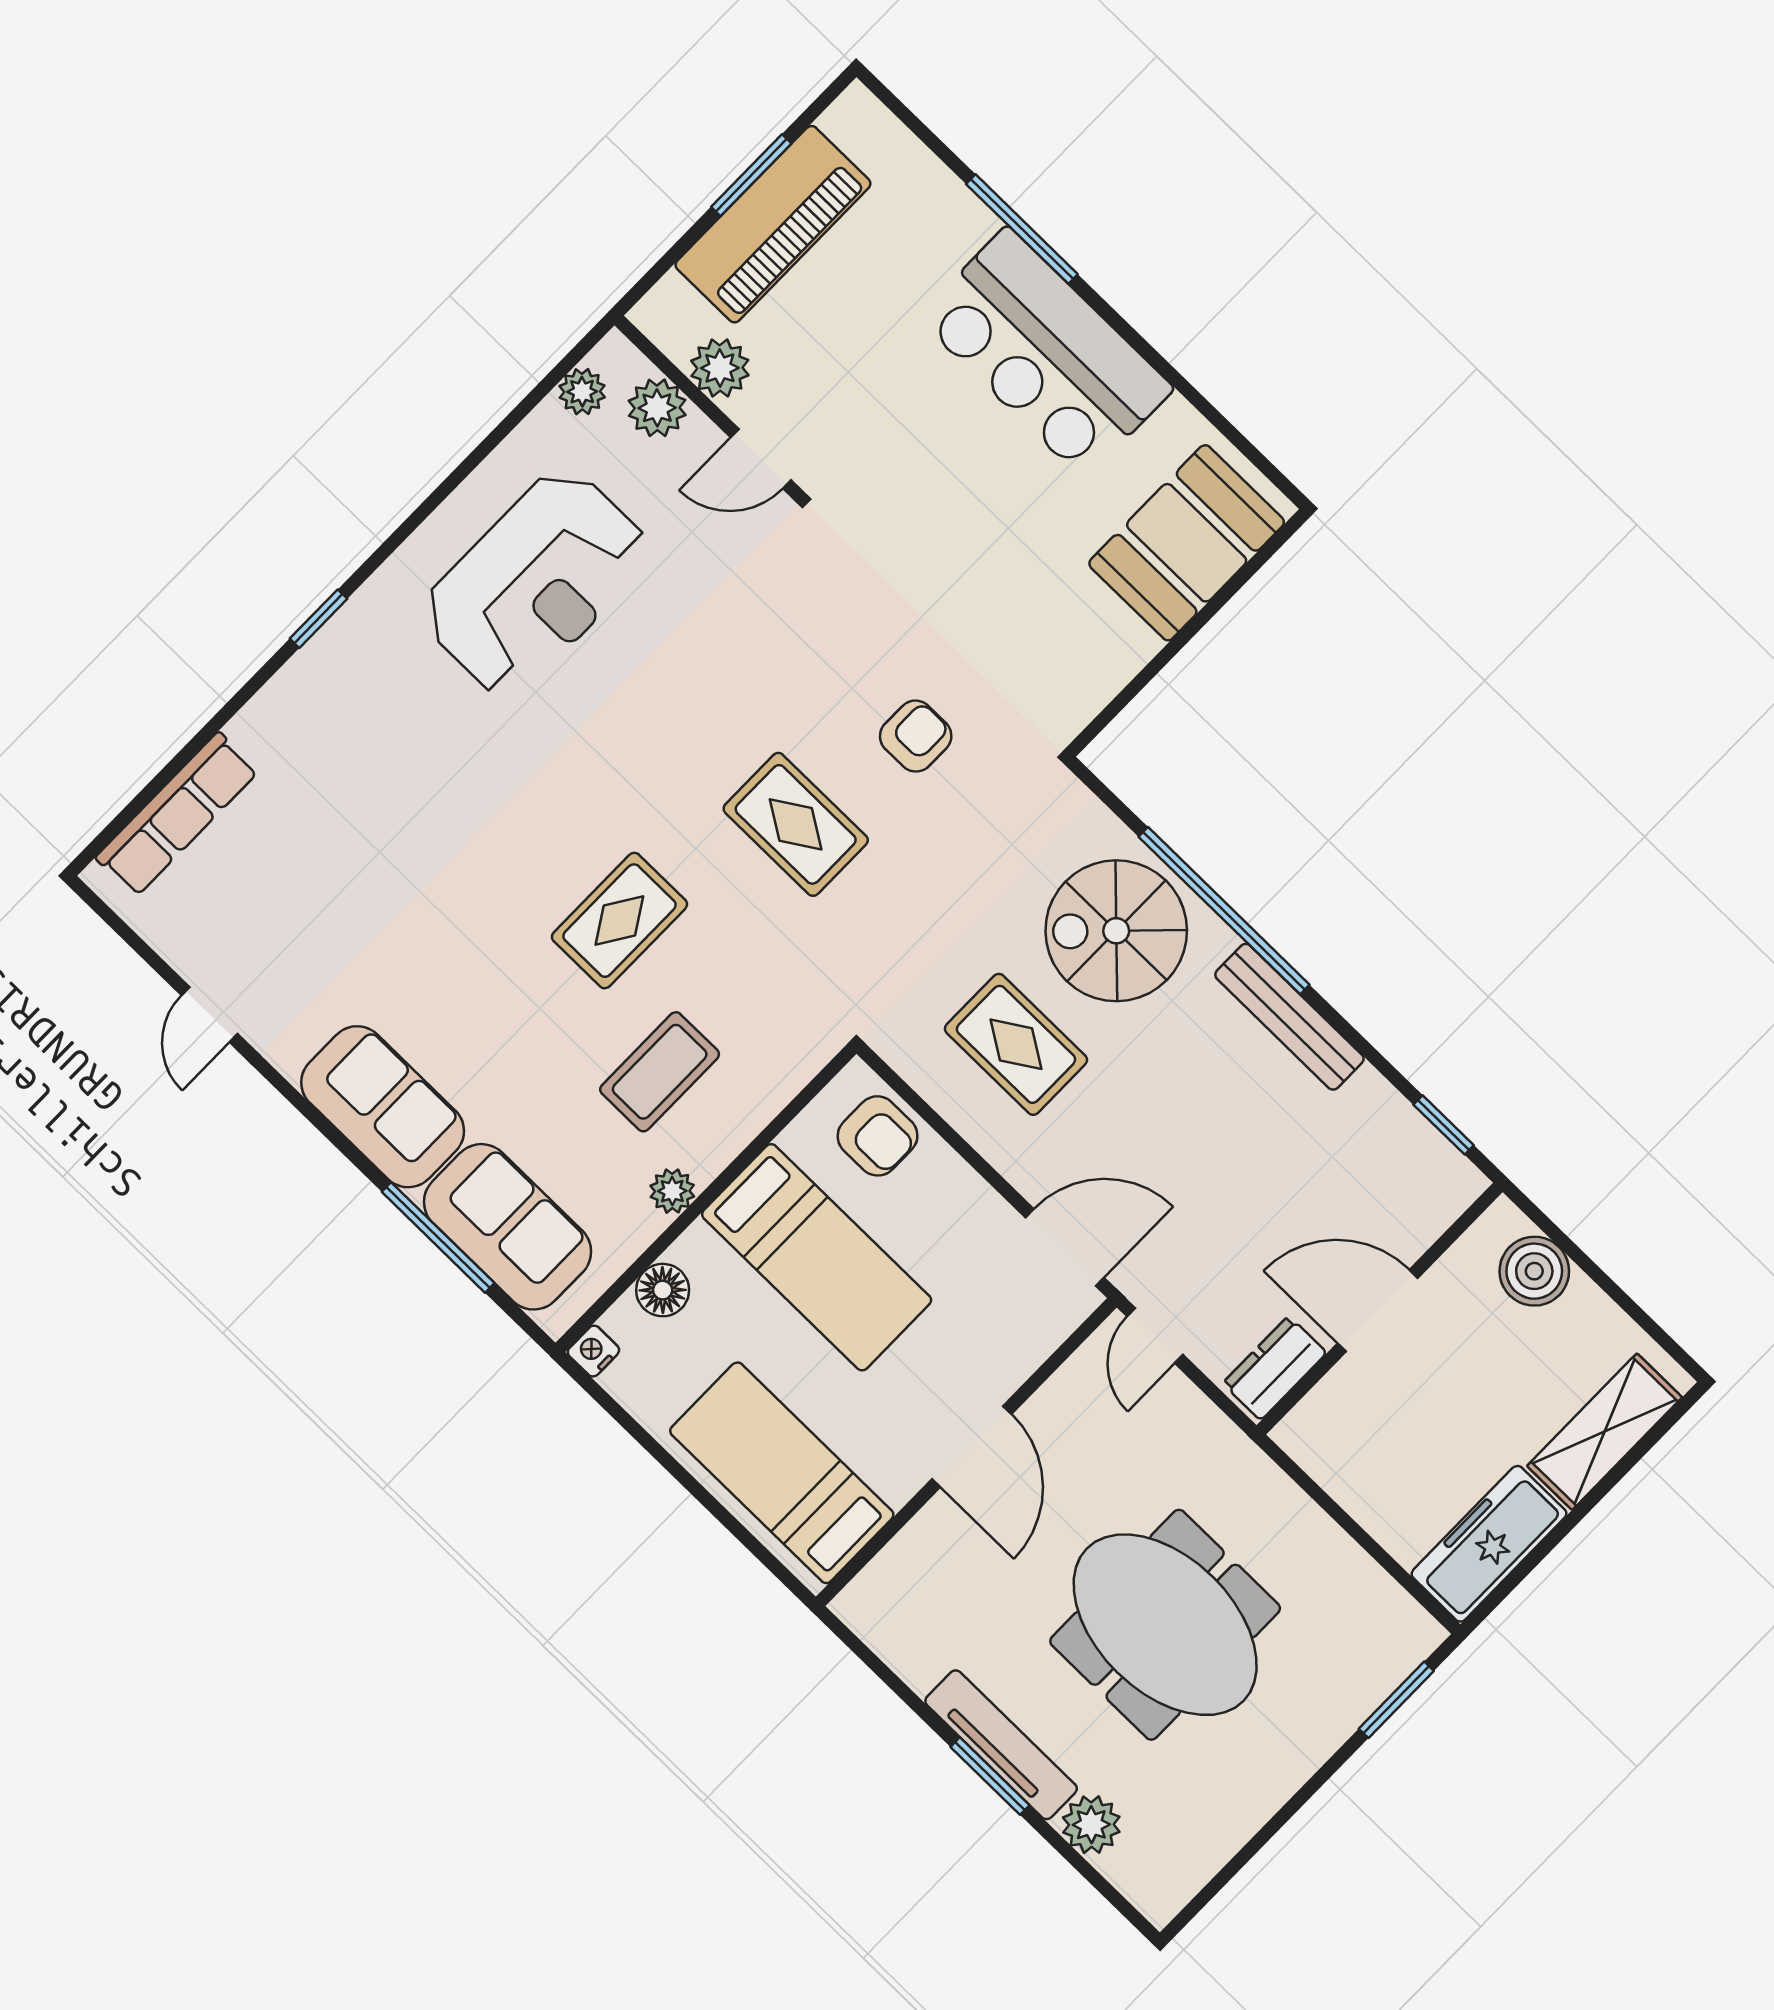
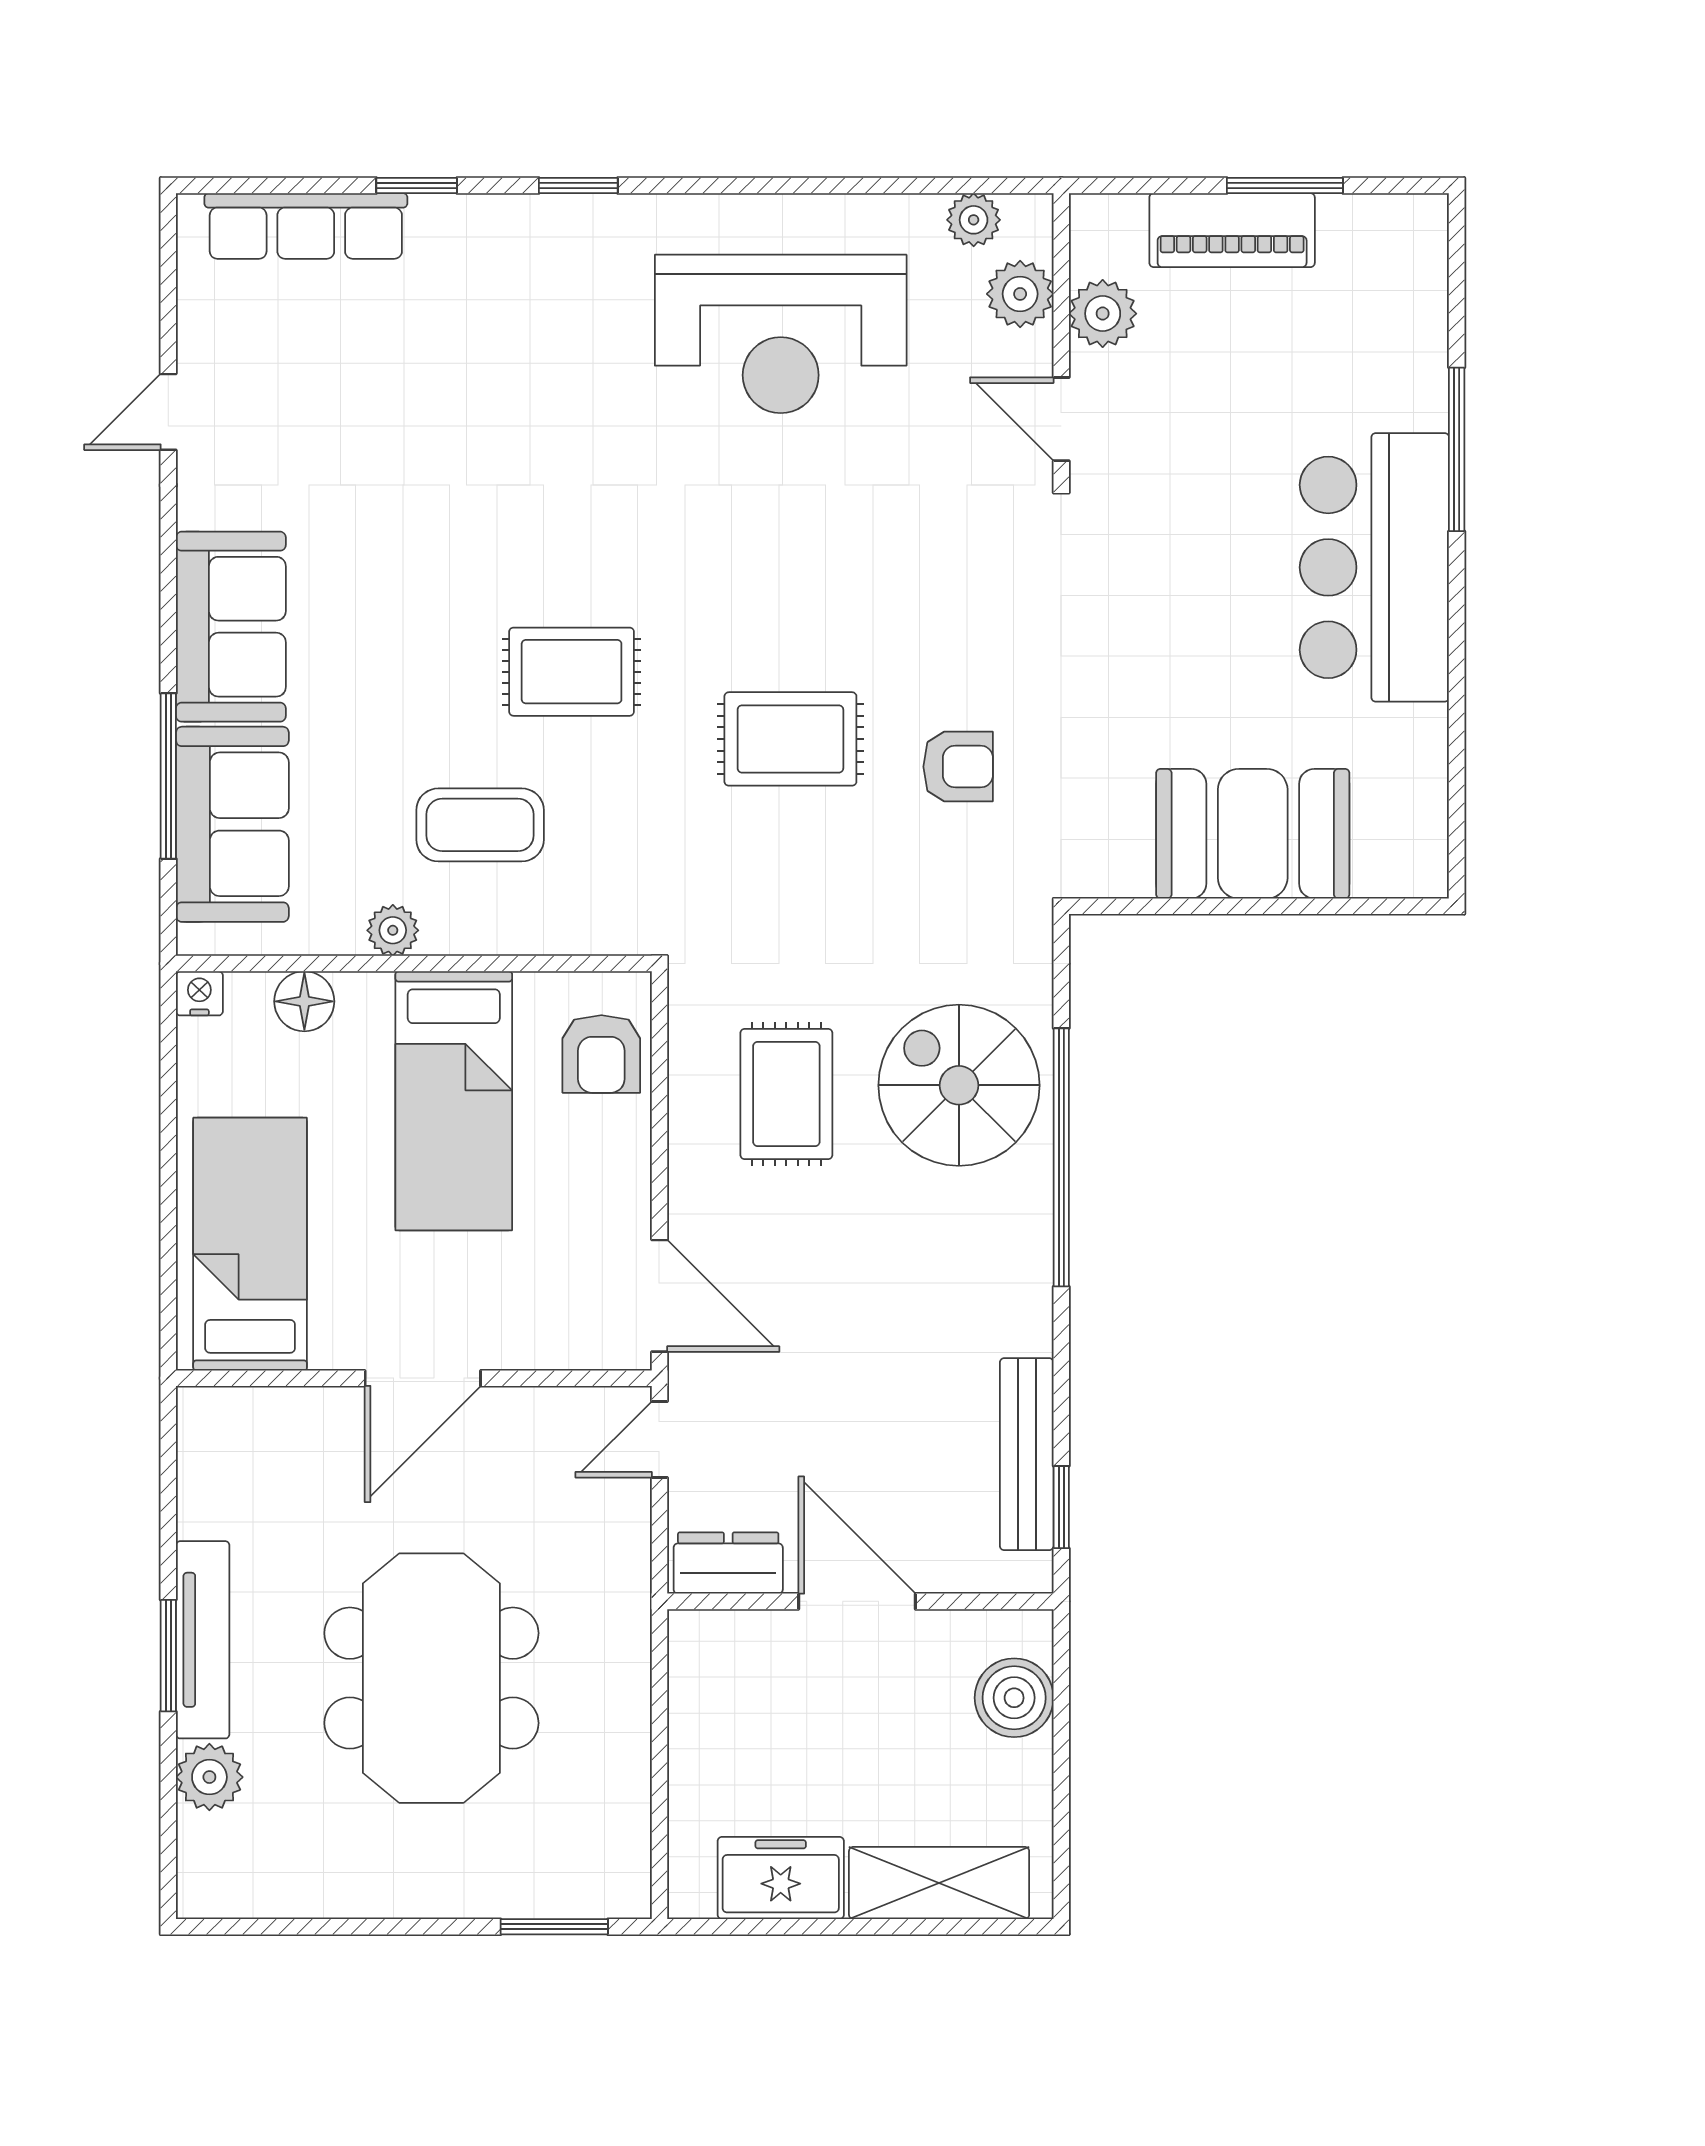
piano: (773, 224) -> (1232, 230), width x0.73, depth x0.75
booth: (1187, 543) -> (1253, 834), moved
window: (220, 720) -> (417, 185), added
rug: (796, 824) -> (790, 739), turned 90
bench: (1289, 1017) -> (1027, 1454), moved
freezer: (1489, 1544) -> (781, 1878), width x0.71

